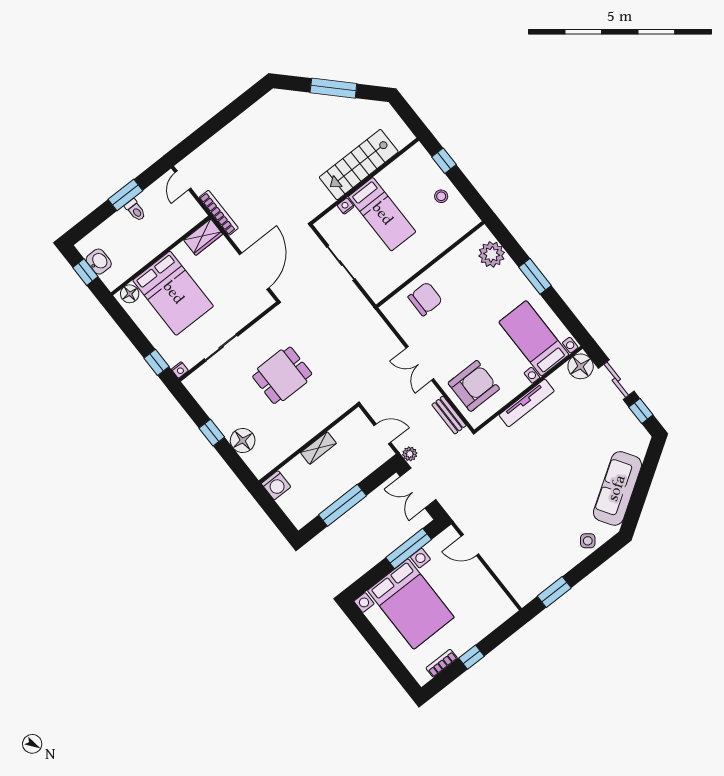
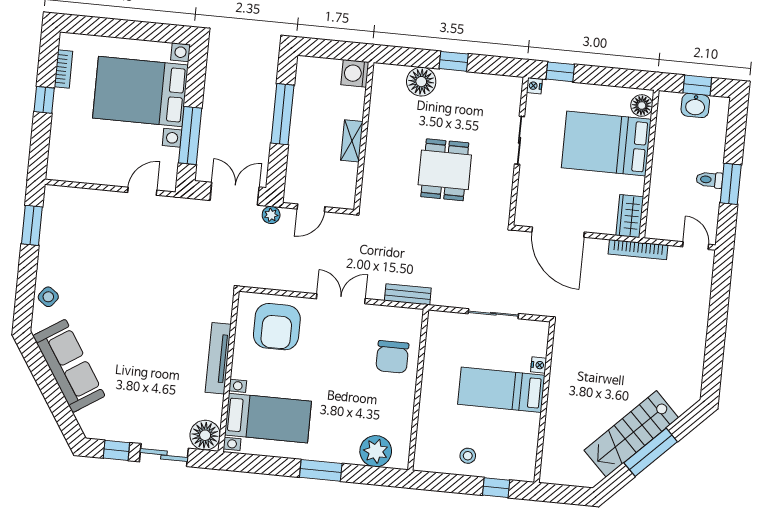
stairs: (359, 165) -> (631, 434), moved, turned -135
bench: (449, 415) -> (408, 294), moved

